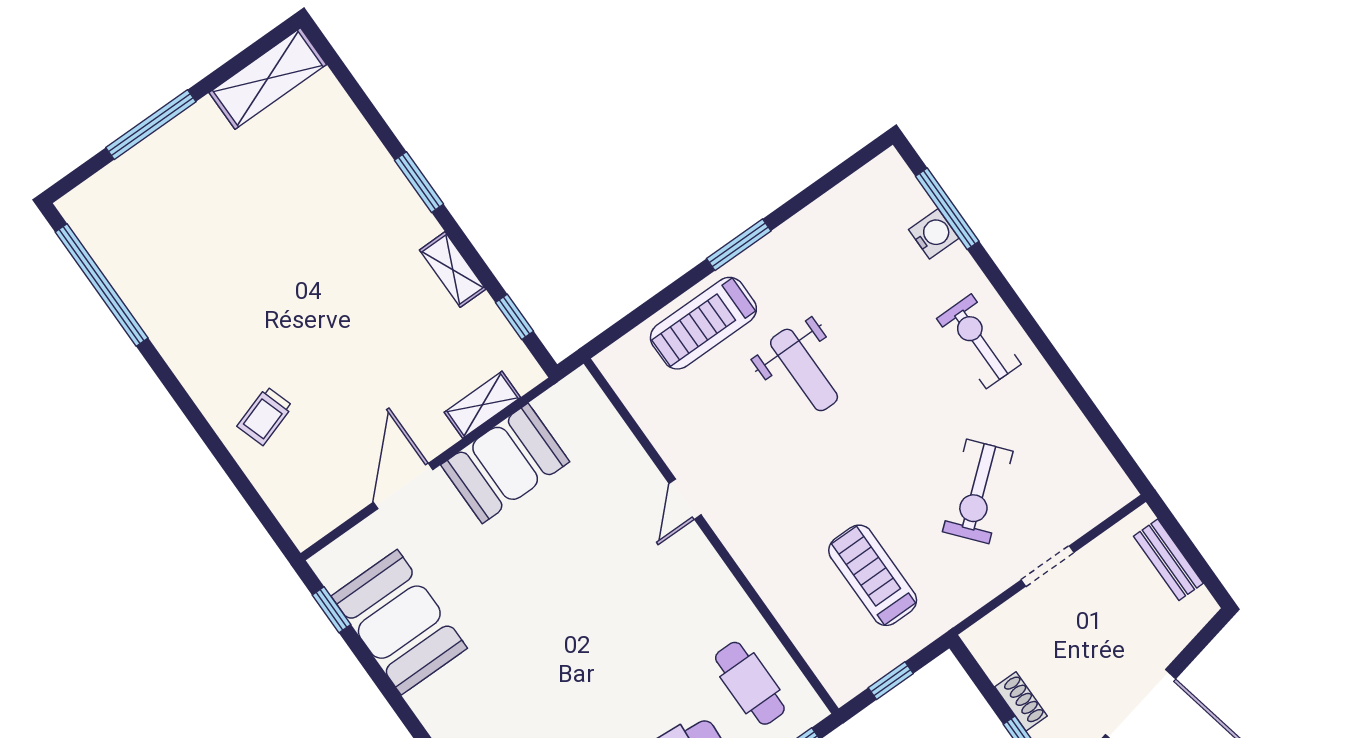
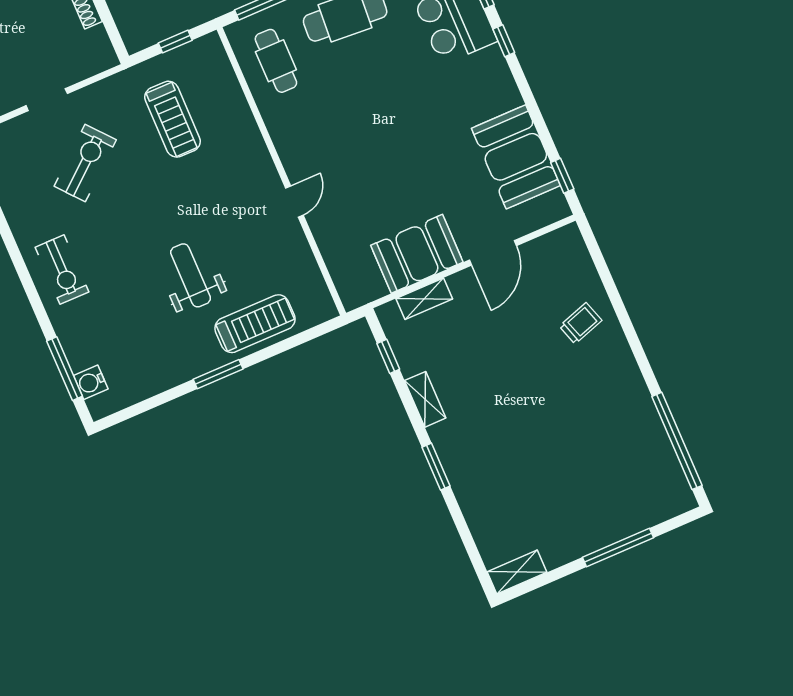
shelving: (268, 79) -> (517, 572), width x0.67, depth x0.75
water cooler: (934, 234) -> (91, 382), moved

